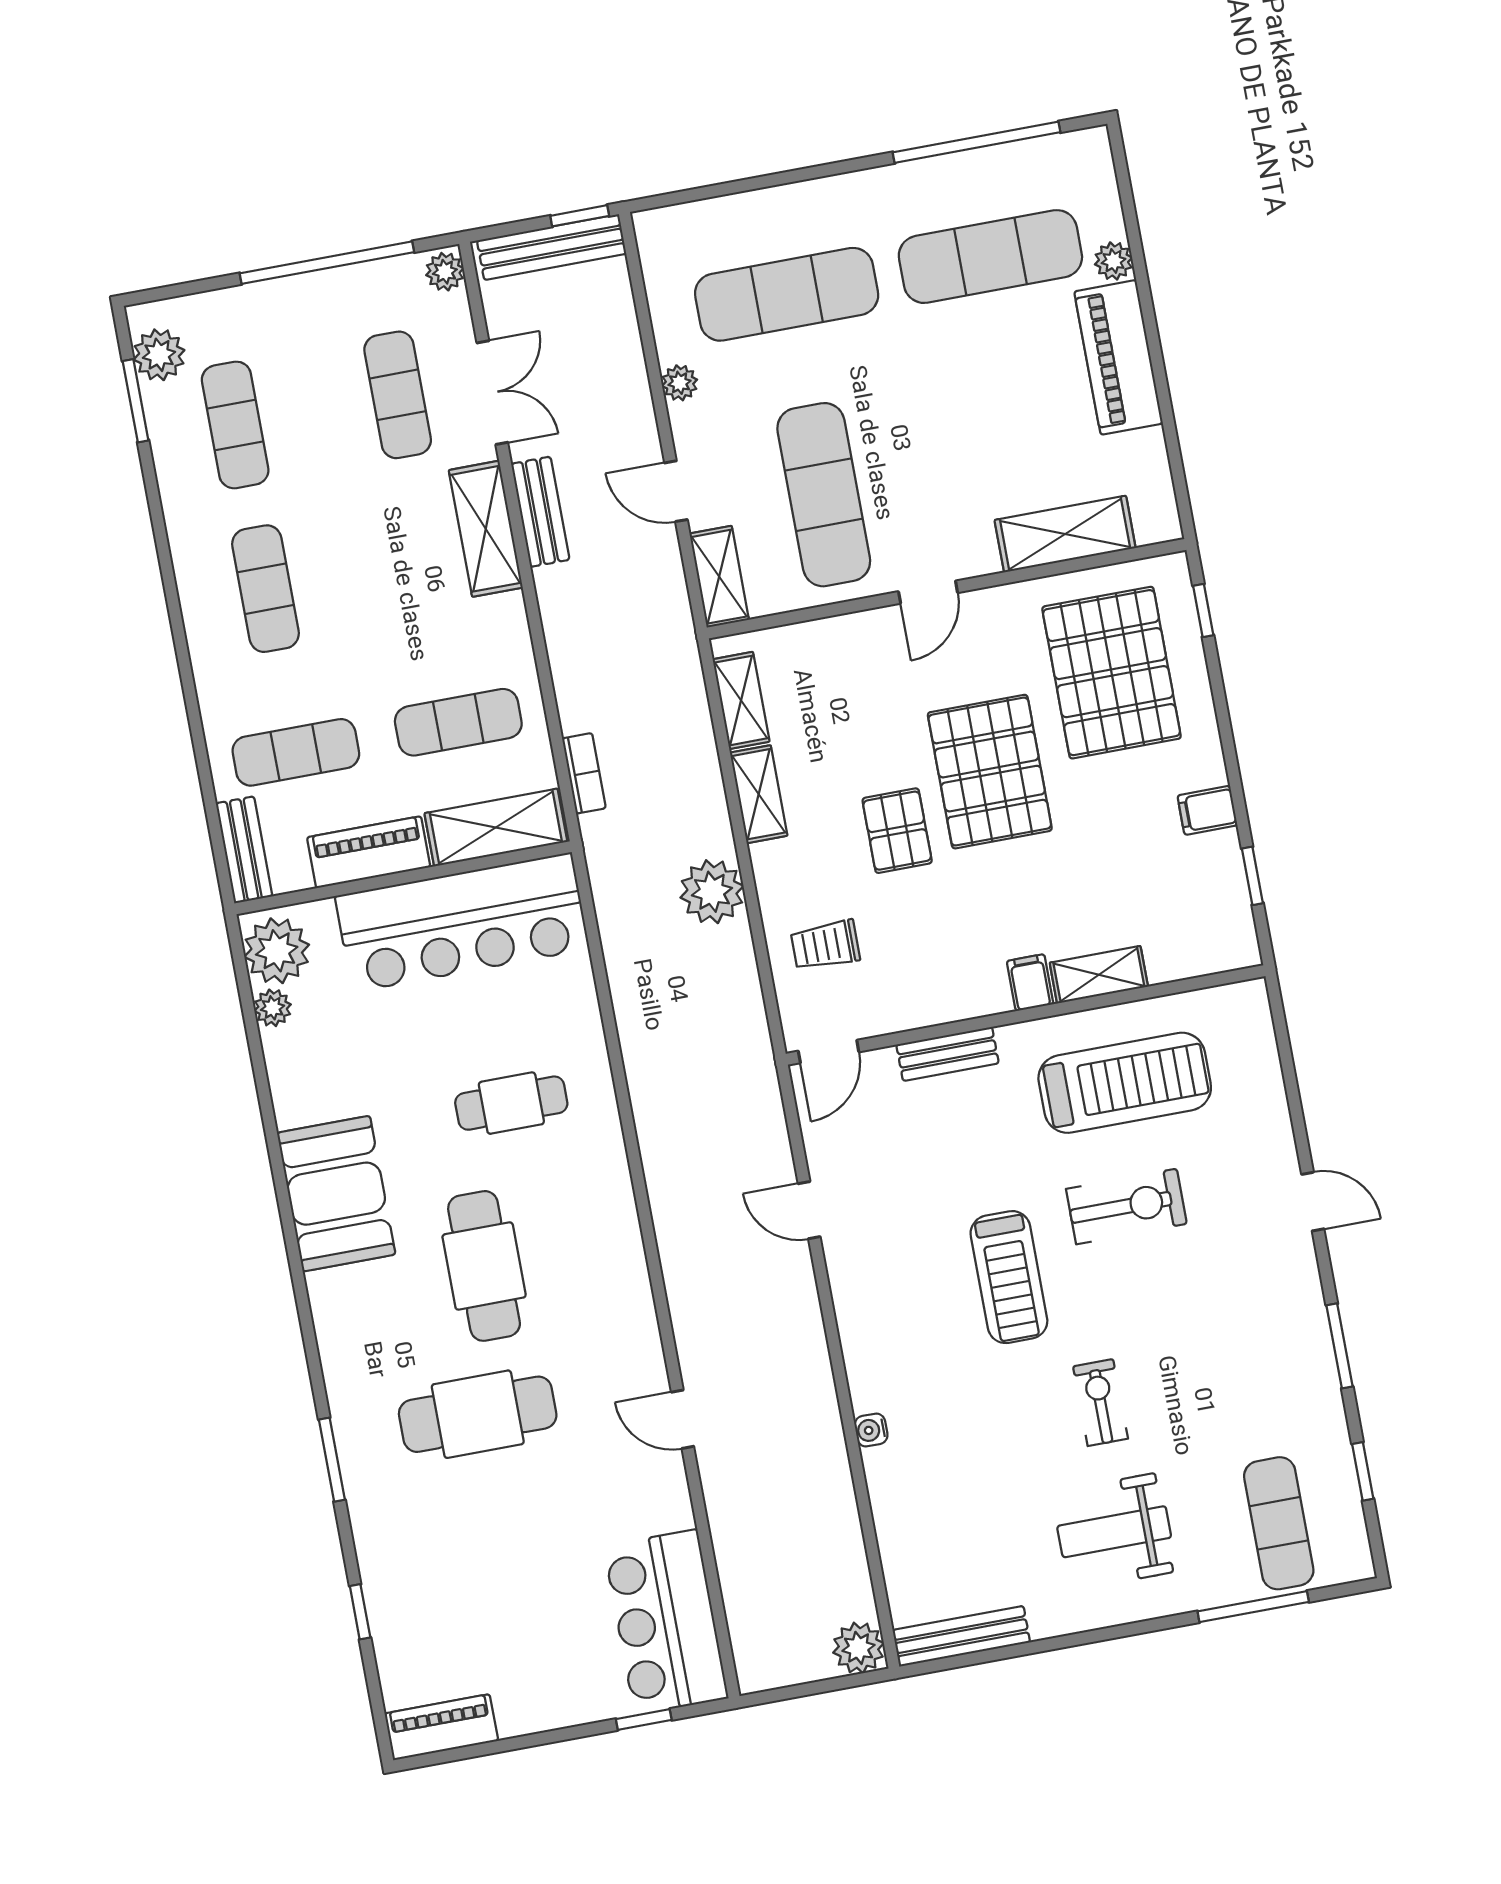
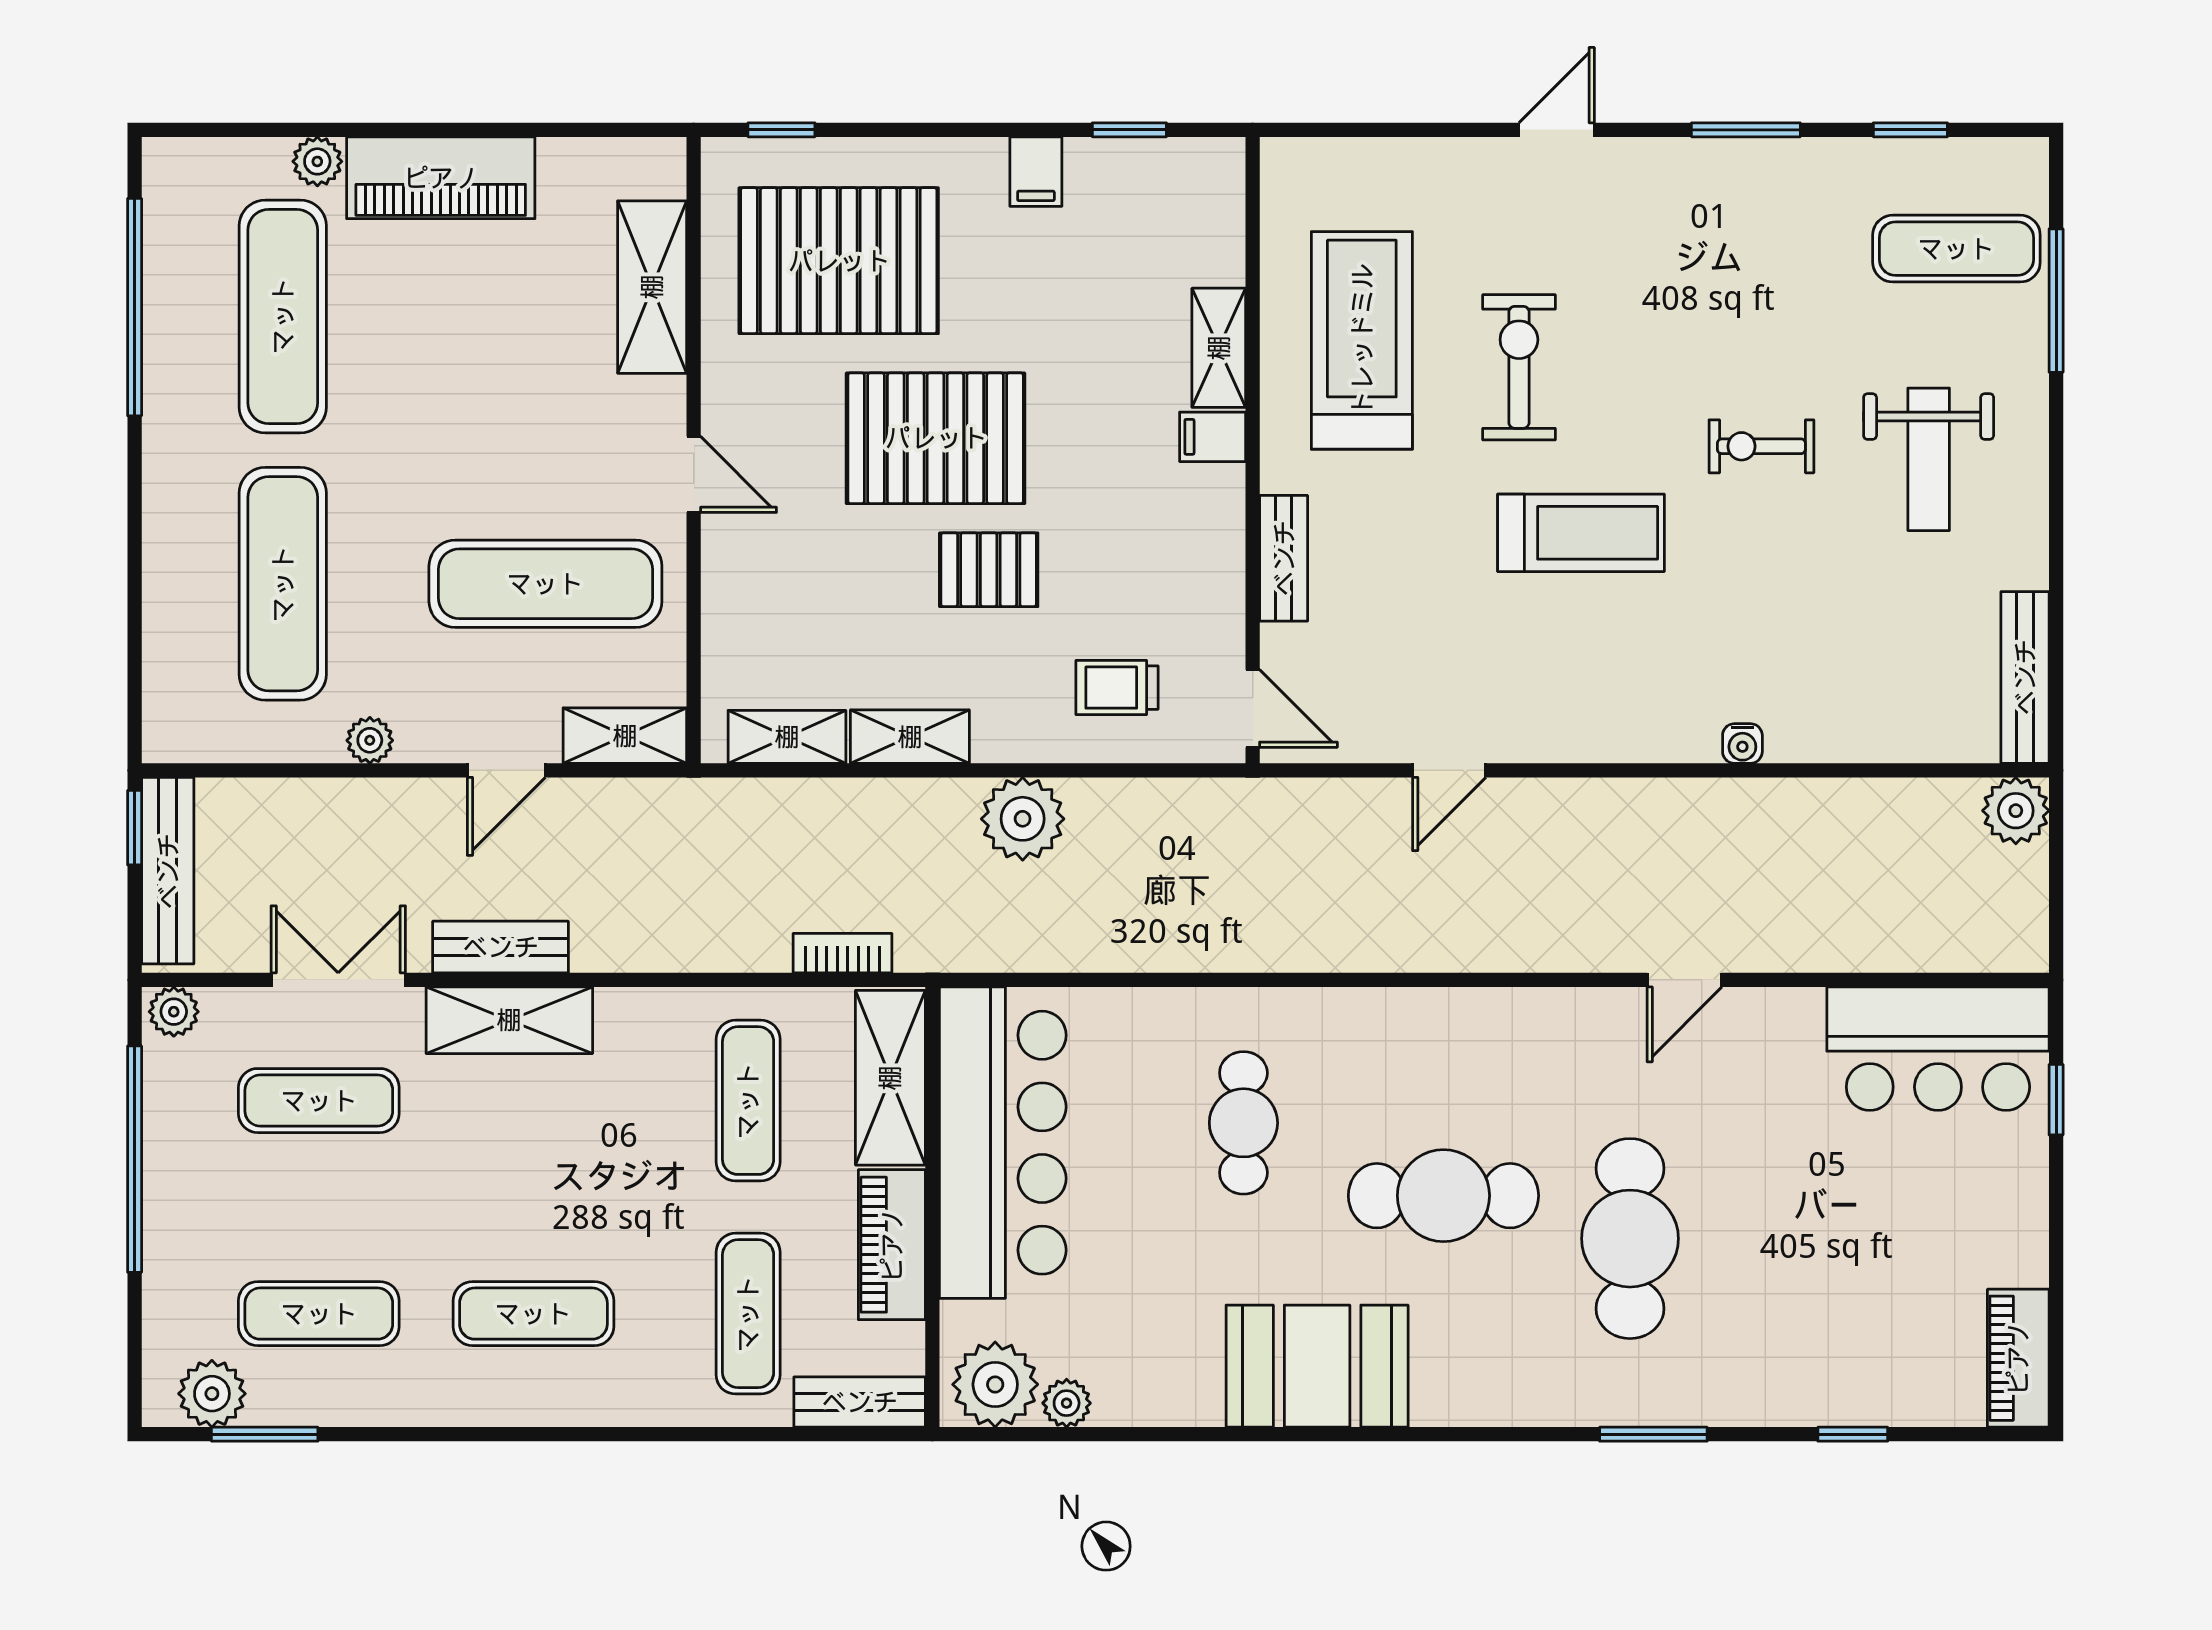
trolley: (825, 945) -> (1117, 688), turned 90

